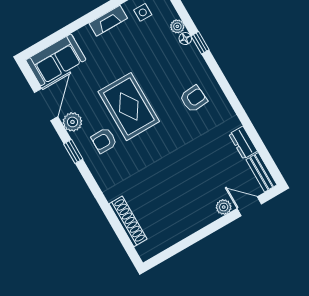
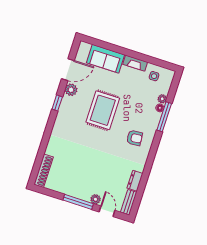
window: (200, 43) -> (164, 117), width x2.17
sofa: (56, 60) -> (106, 59), moved
armchair: (104, 140) -> (76, 113), removed
shoe rack: (128, 221) -> (44, 171), moved
window: (209, 230) -> (78, 202), added

